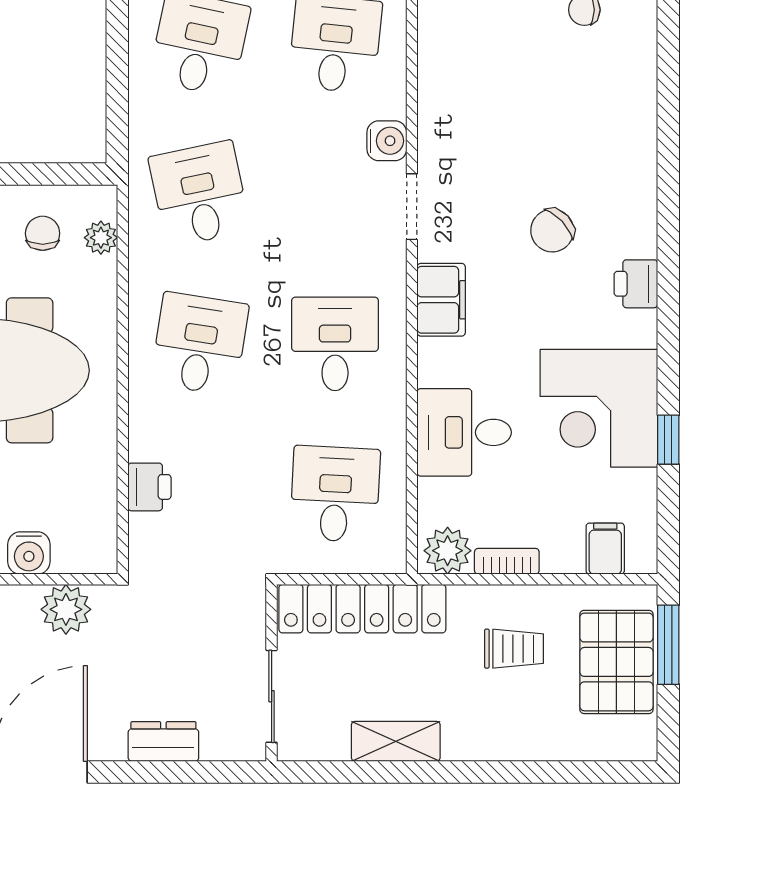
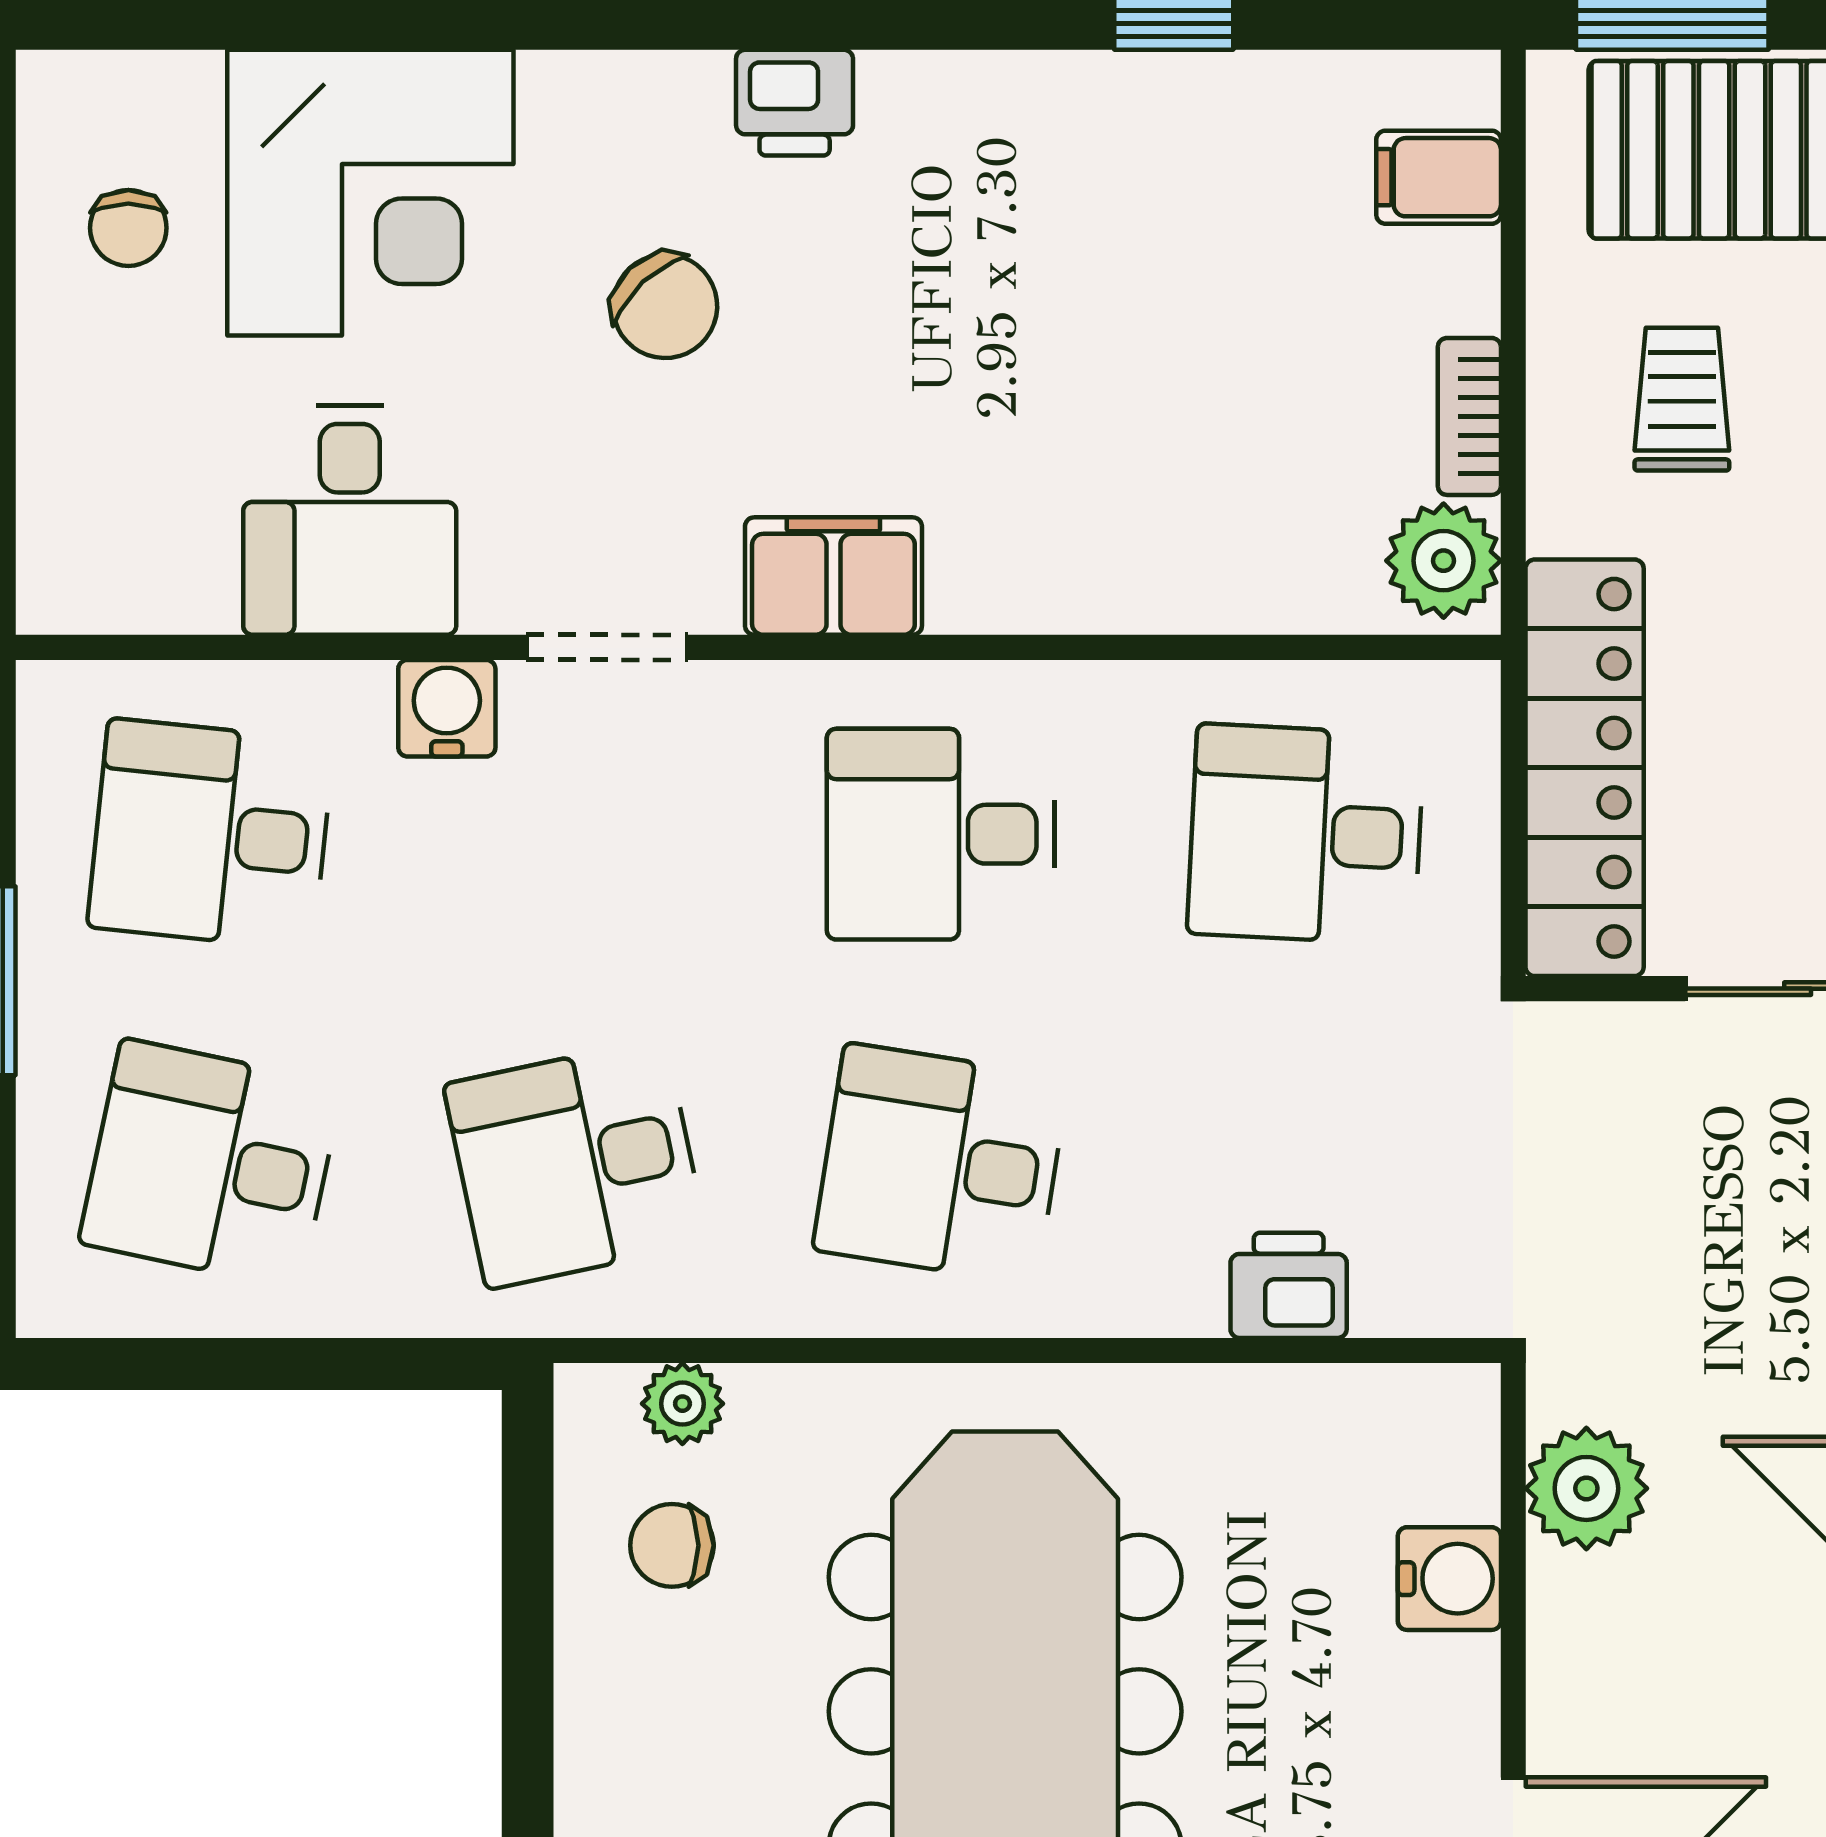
corner desk: (599, 408) -> (370, 193), moved
desk: (464, 432) -> (350, 520), moved

